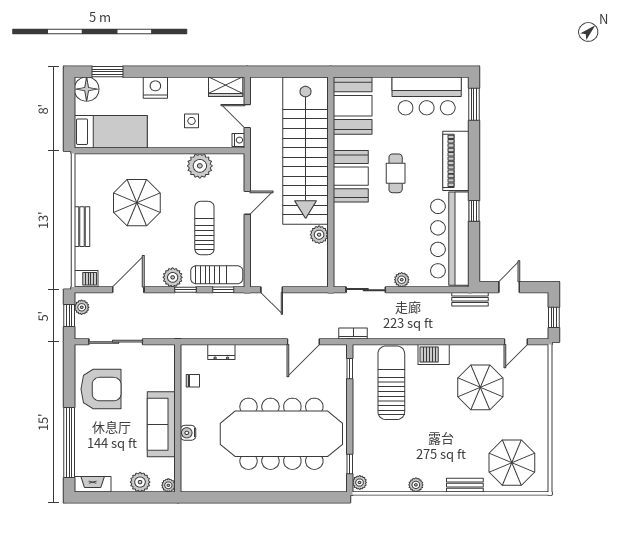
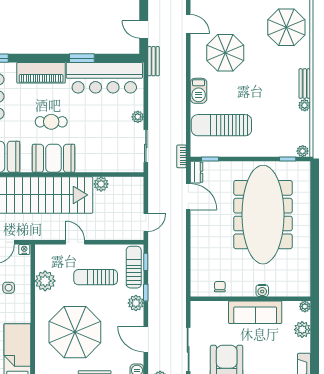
parasol: (137, 203) -> (75, 332), width x1.36, depth x1.36
window: (474, 211) -> (82, 58), width x1.50
dresser: (221, 352) -> (196, 172), moved
bench: (465, 485) -> (305, 83), moved

